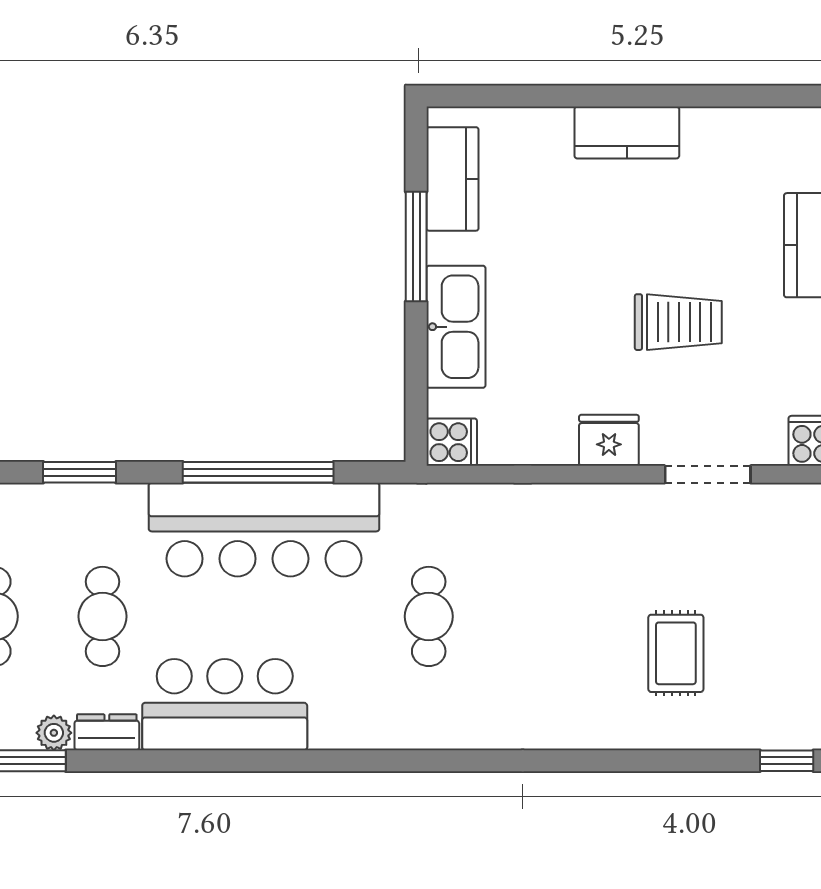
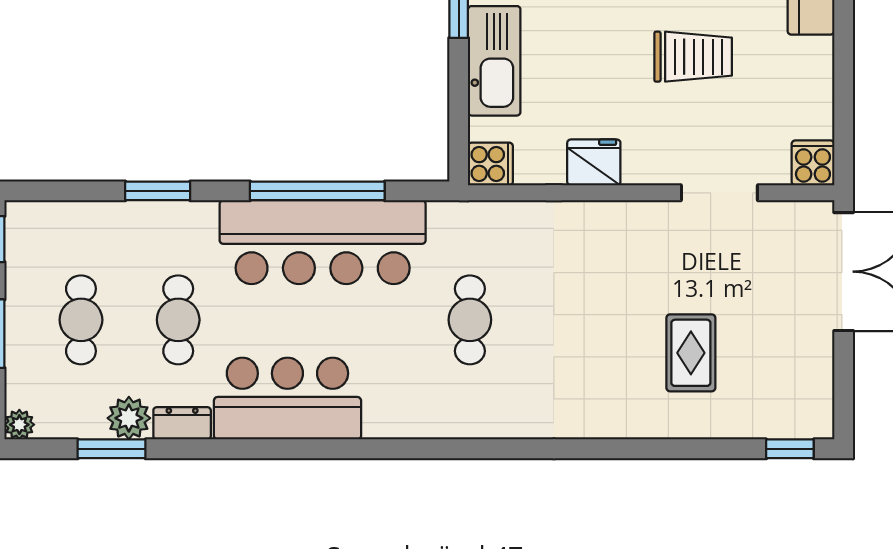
fridge: (609, 440) -> (594, 162), moved
plant: (54, 733) -> (129, 418), width x1.38, depth x1.38

